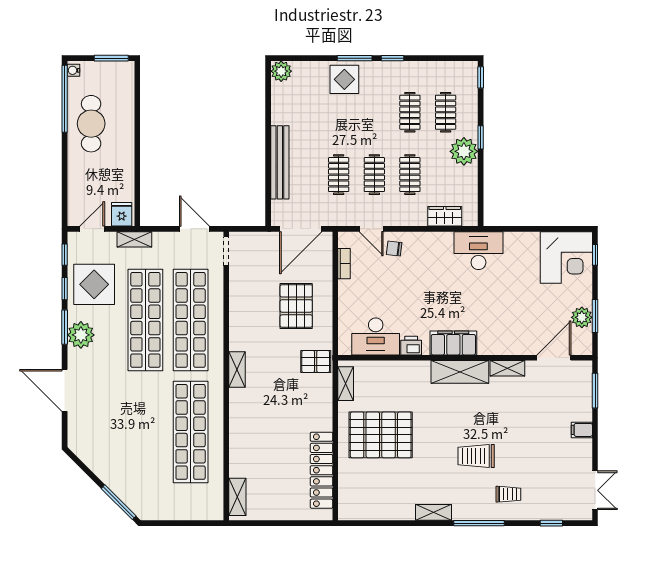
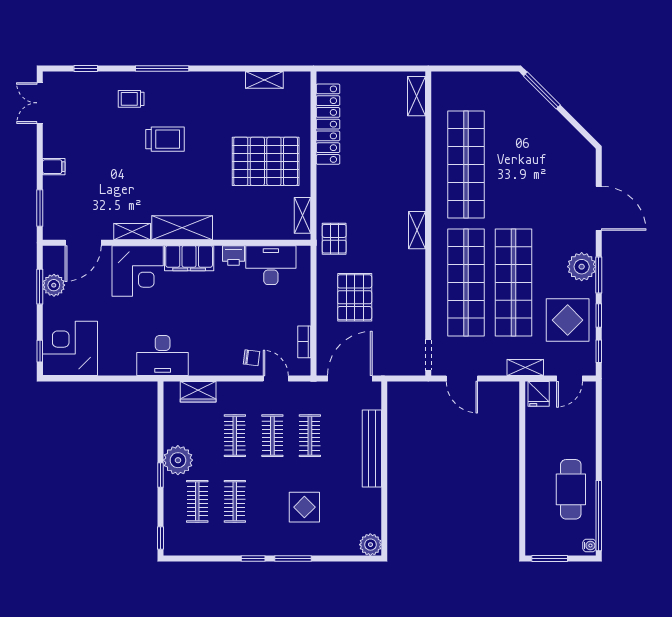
display table: (344, 79) -> (304, 507), moved
corner desk: (502, 331) -> (138, 271), added
pallet: (316, 361) -> (334, 239), turned 90
shelving: (434, 512) -> (264, 80), moved

